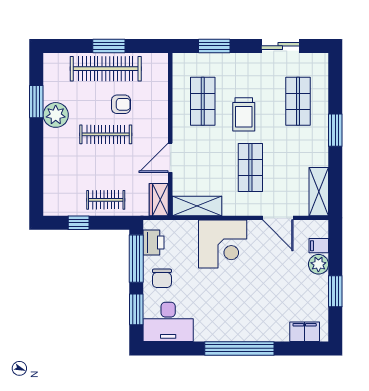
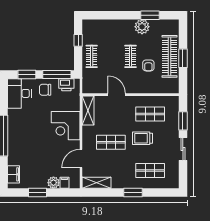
sliding door: (280, 46) -> (183, 149), moved
clothes rail: (106, 134) -> (131, 56), width x0.73
wardrobe: (159, 200) -> (92, 88), removed

